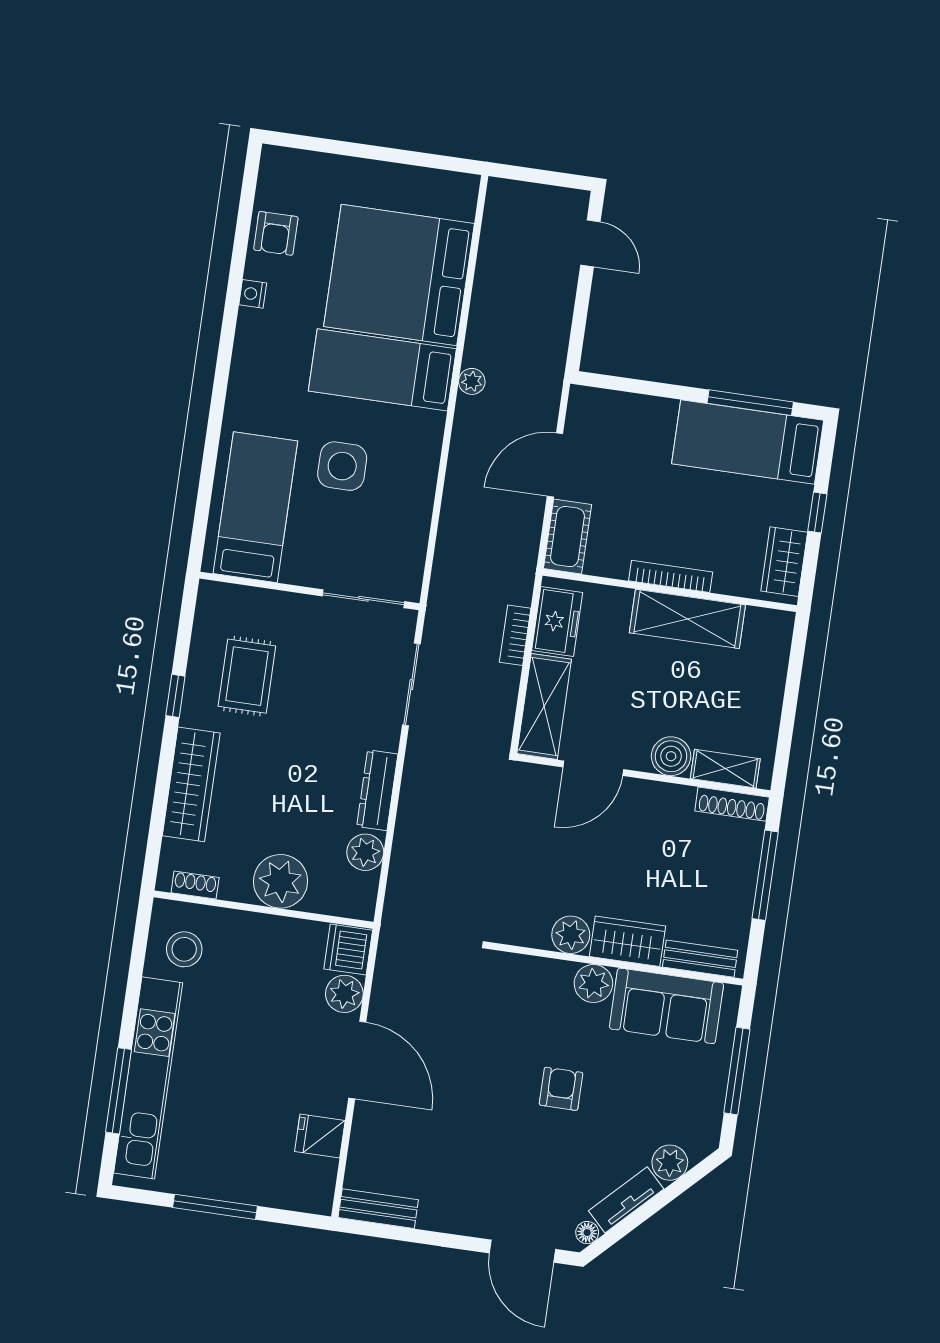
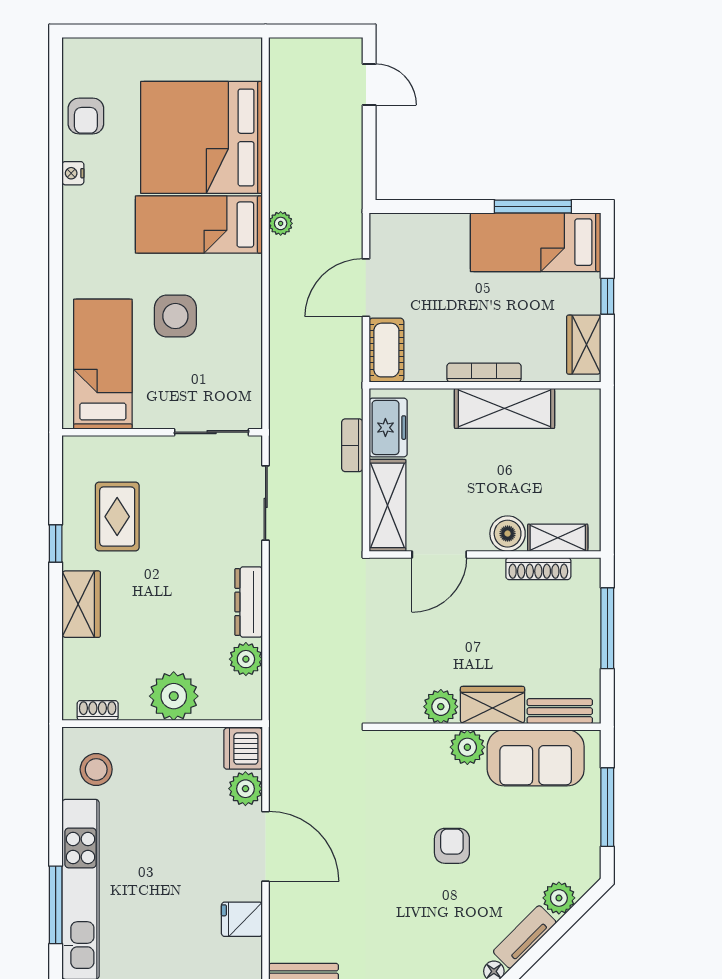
wardrobe: (191, 784) -> (81, 604), width x0.67
shoe rack: (732, 804) -> (538, 569), moved

